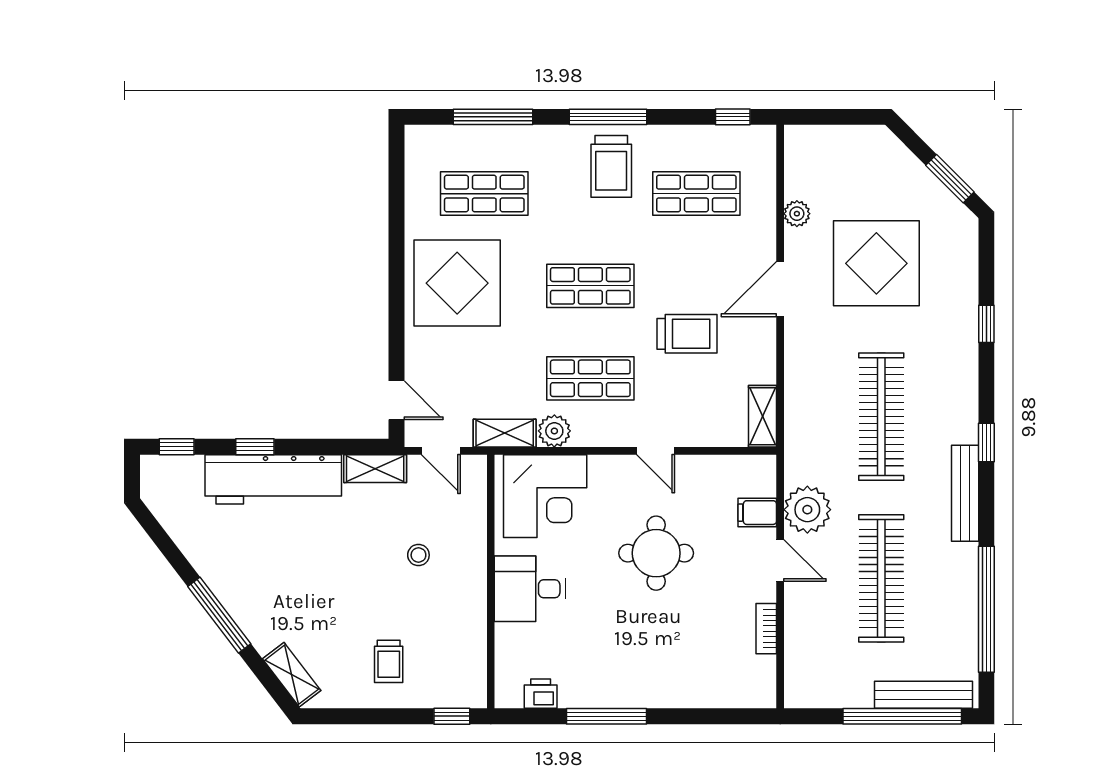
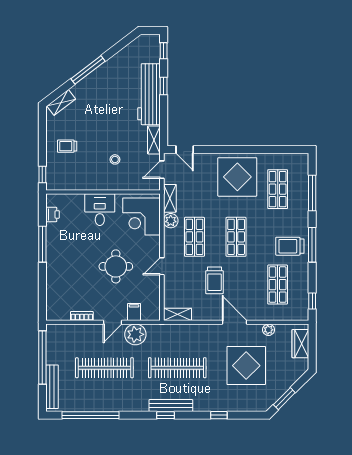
wardrobe: (828, 143) -> (300, 344), added
door: (396, 400) -> (185, 150), hinge flipped
bench: (965, 493) -> (171, 405), moved
window: (902, 716) -> (42, 357), moved

